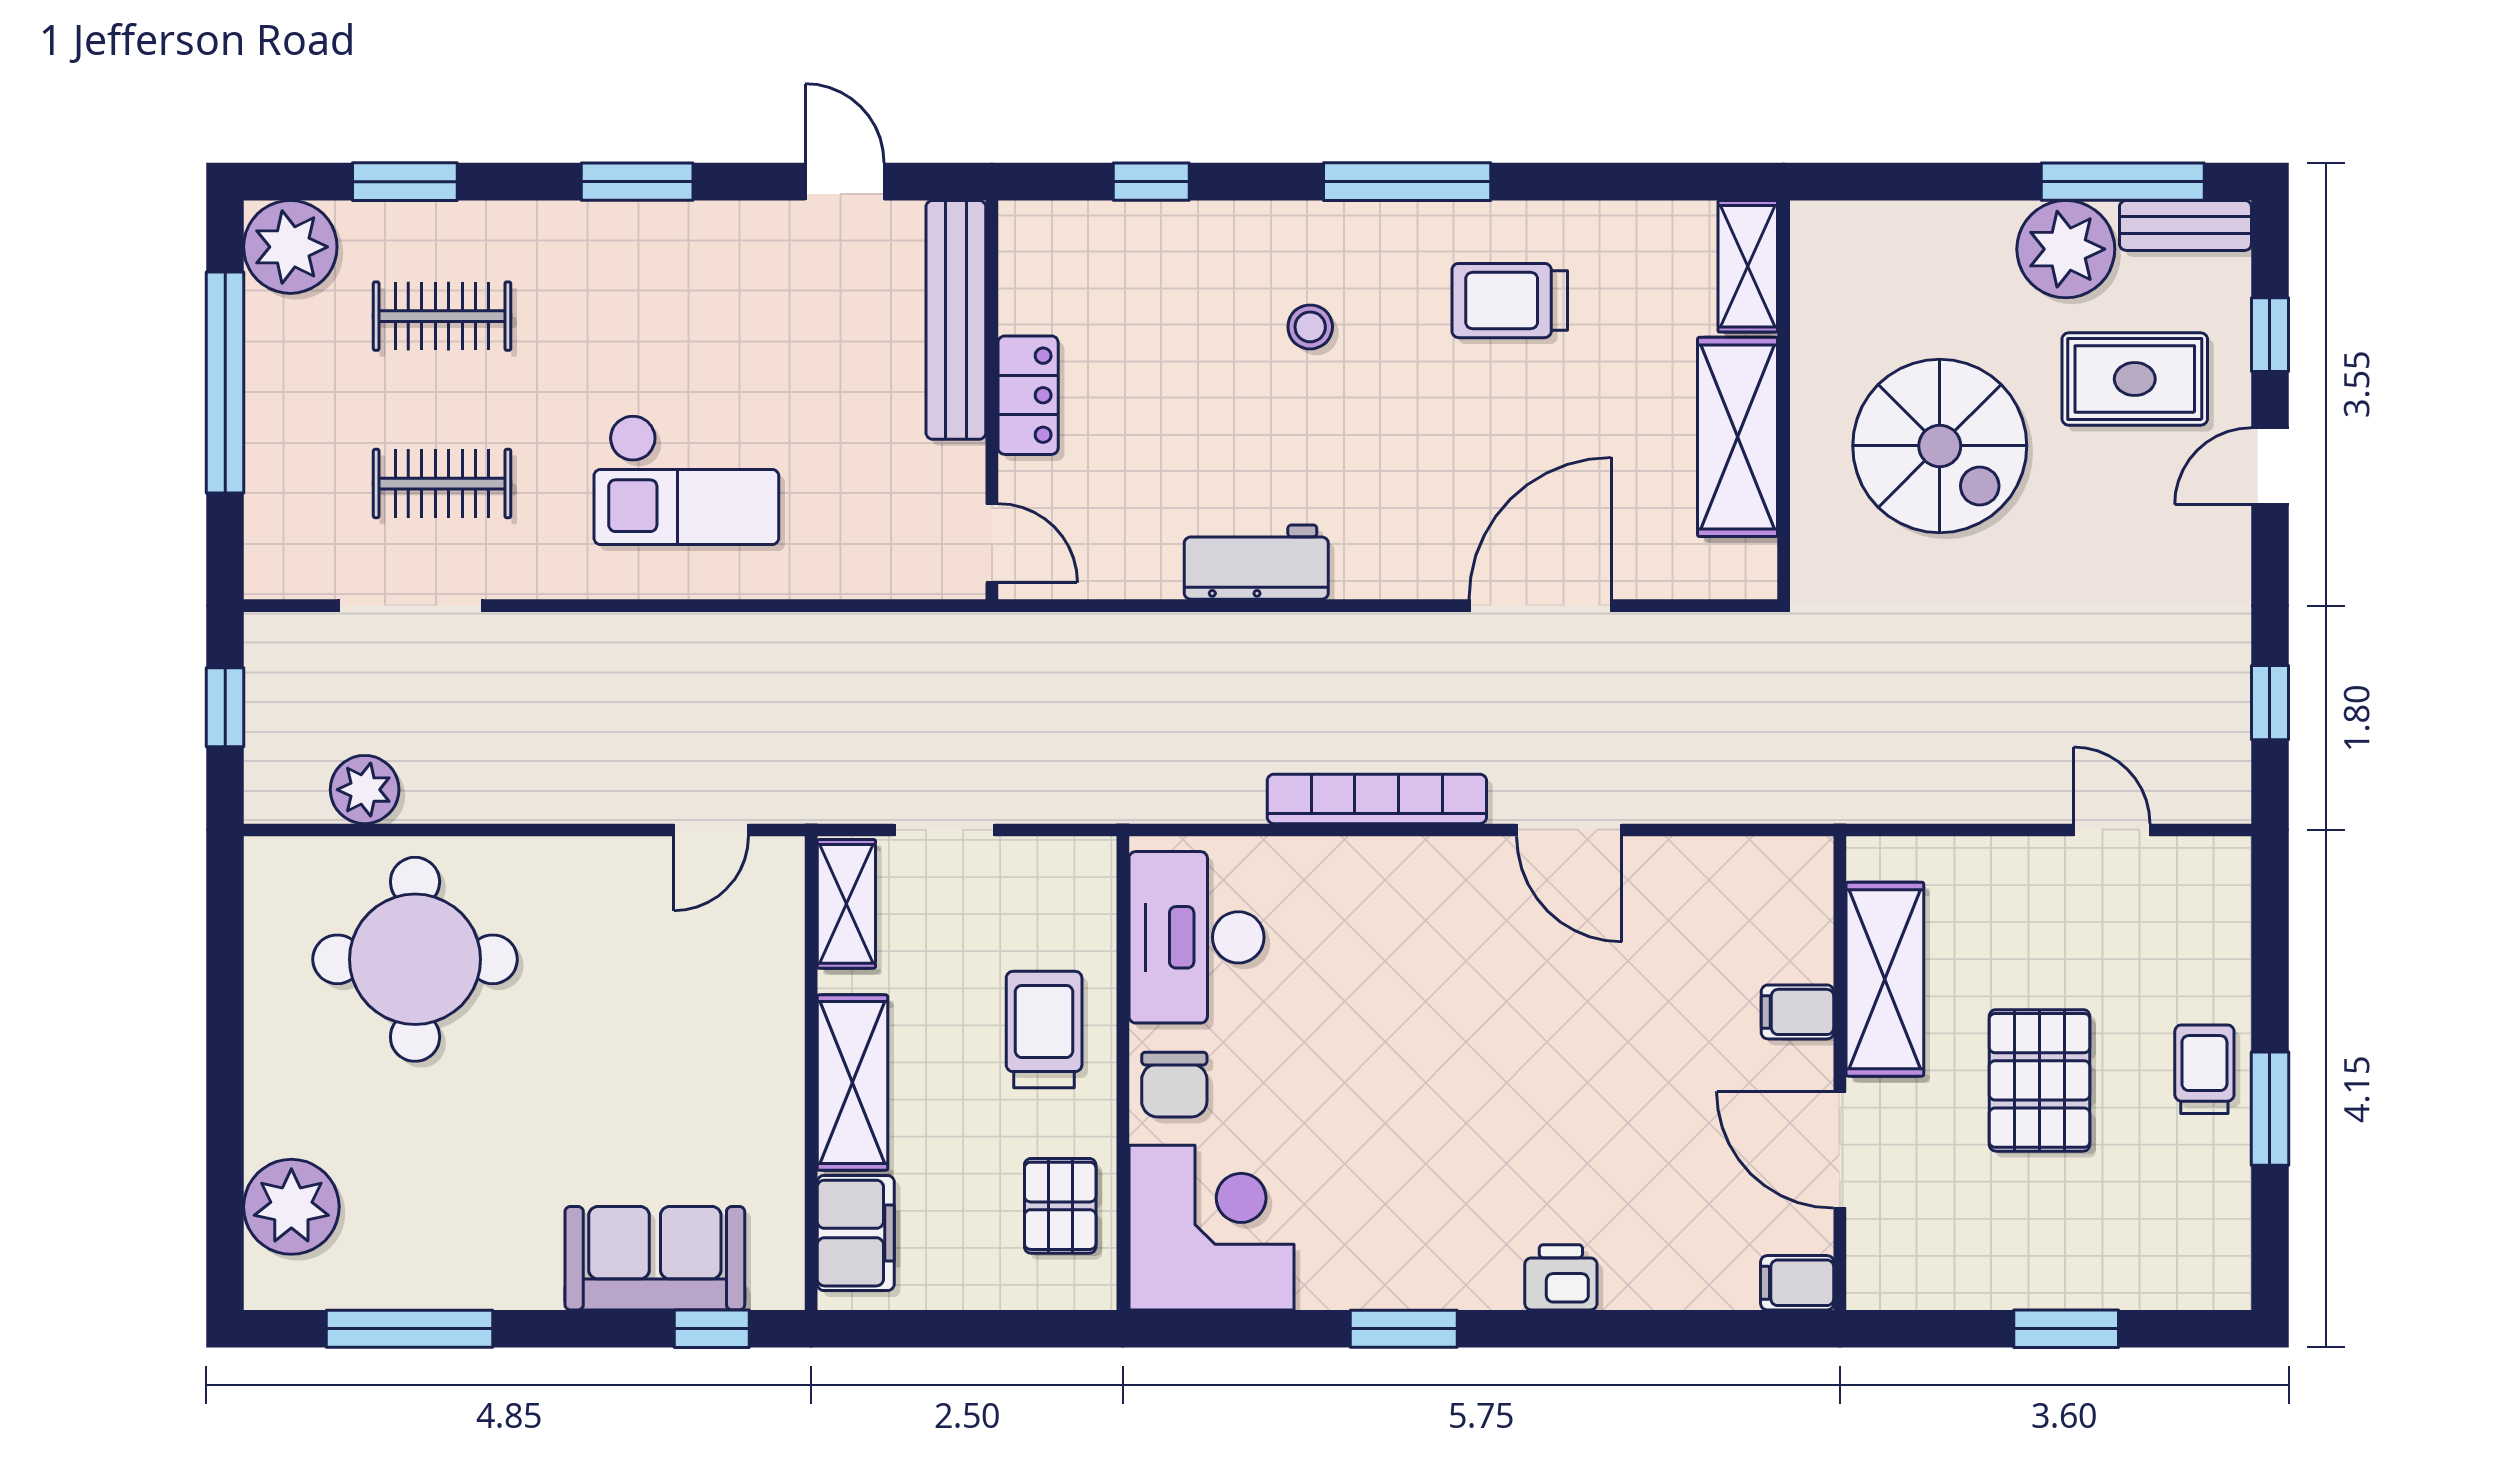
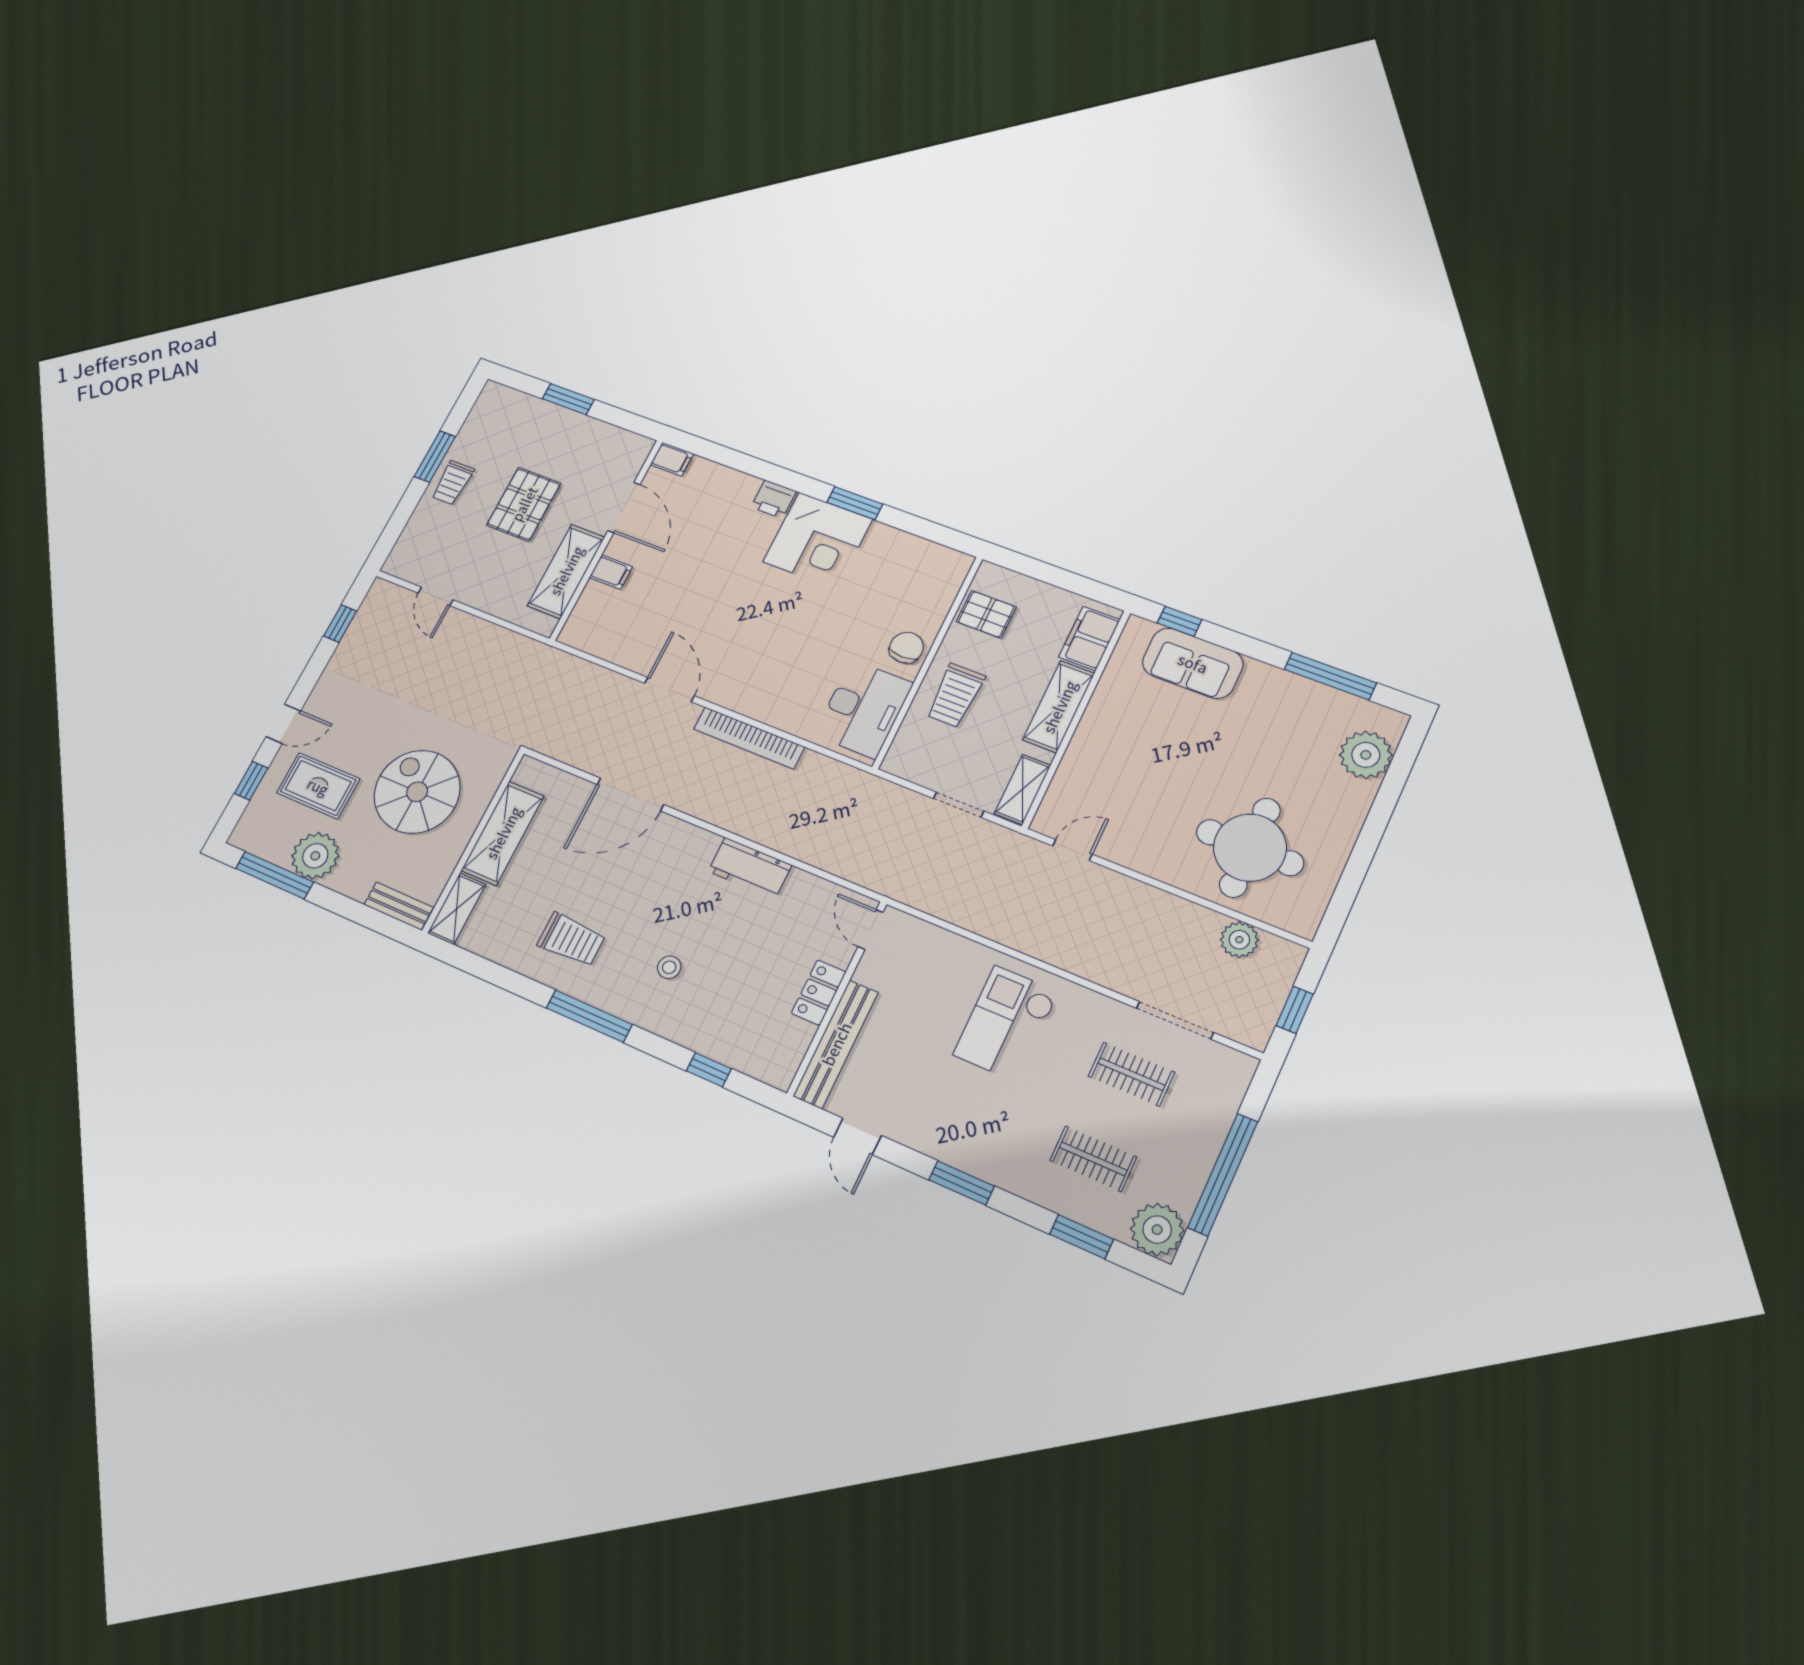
bench: (2185, 225) -> (399, 906), moved
checkout: (686, 480) -> (1006, 1023), turned -90
pallet: (1060, 1206) -> (986, 614), turned 90
corner desk: (1211, 1228) -> (818, 541), moved, turned -90

